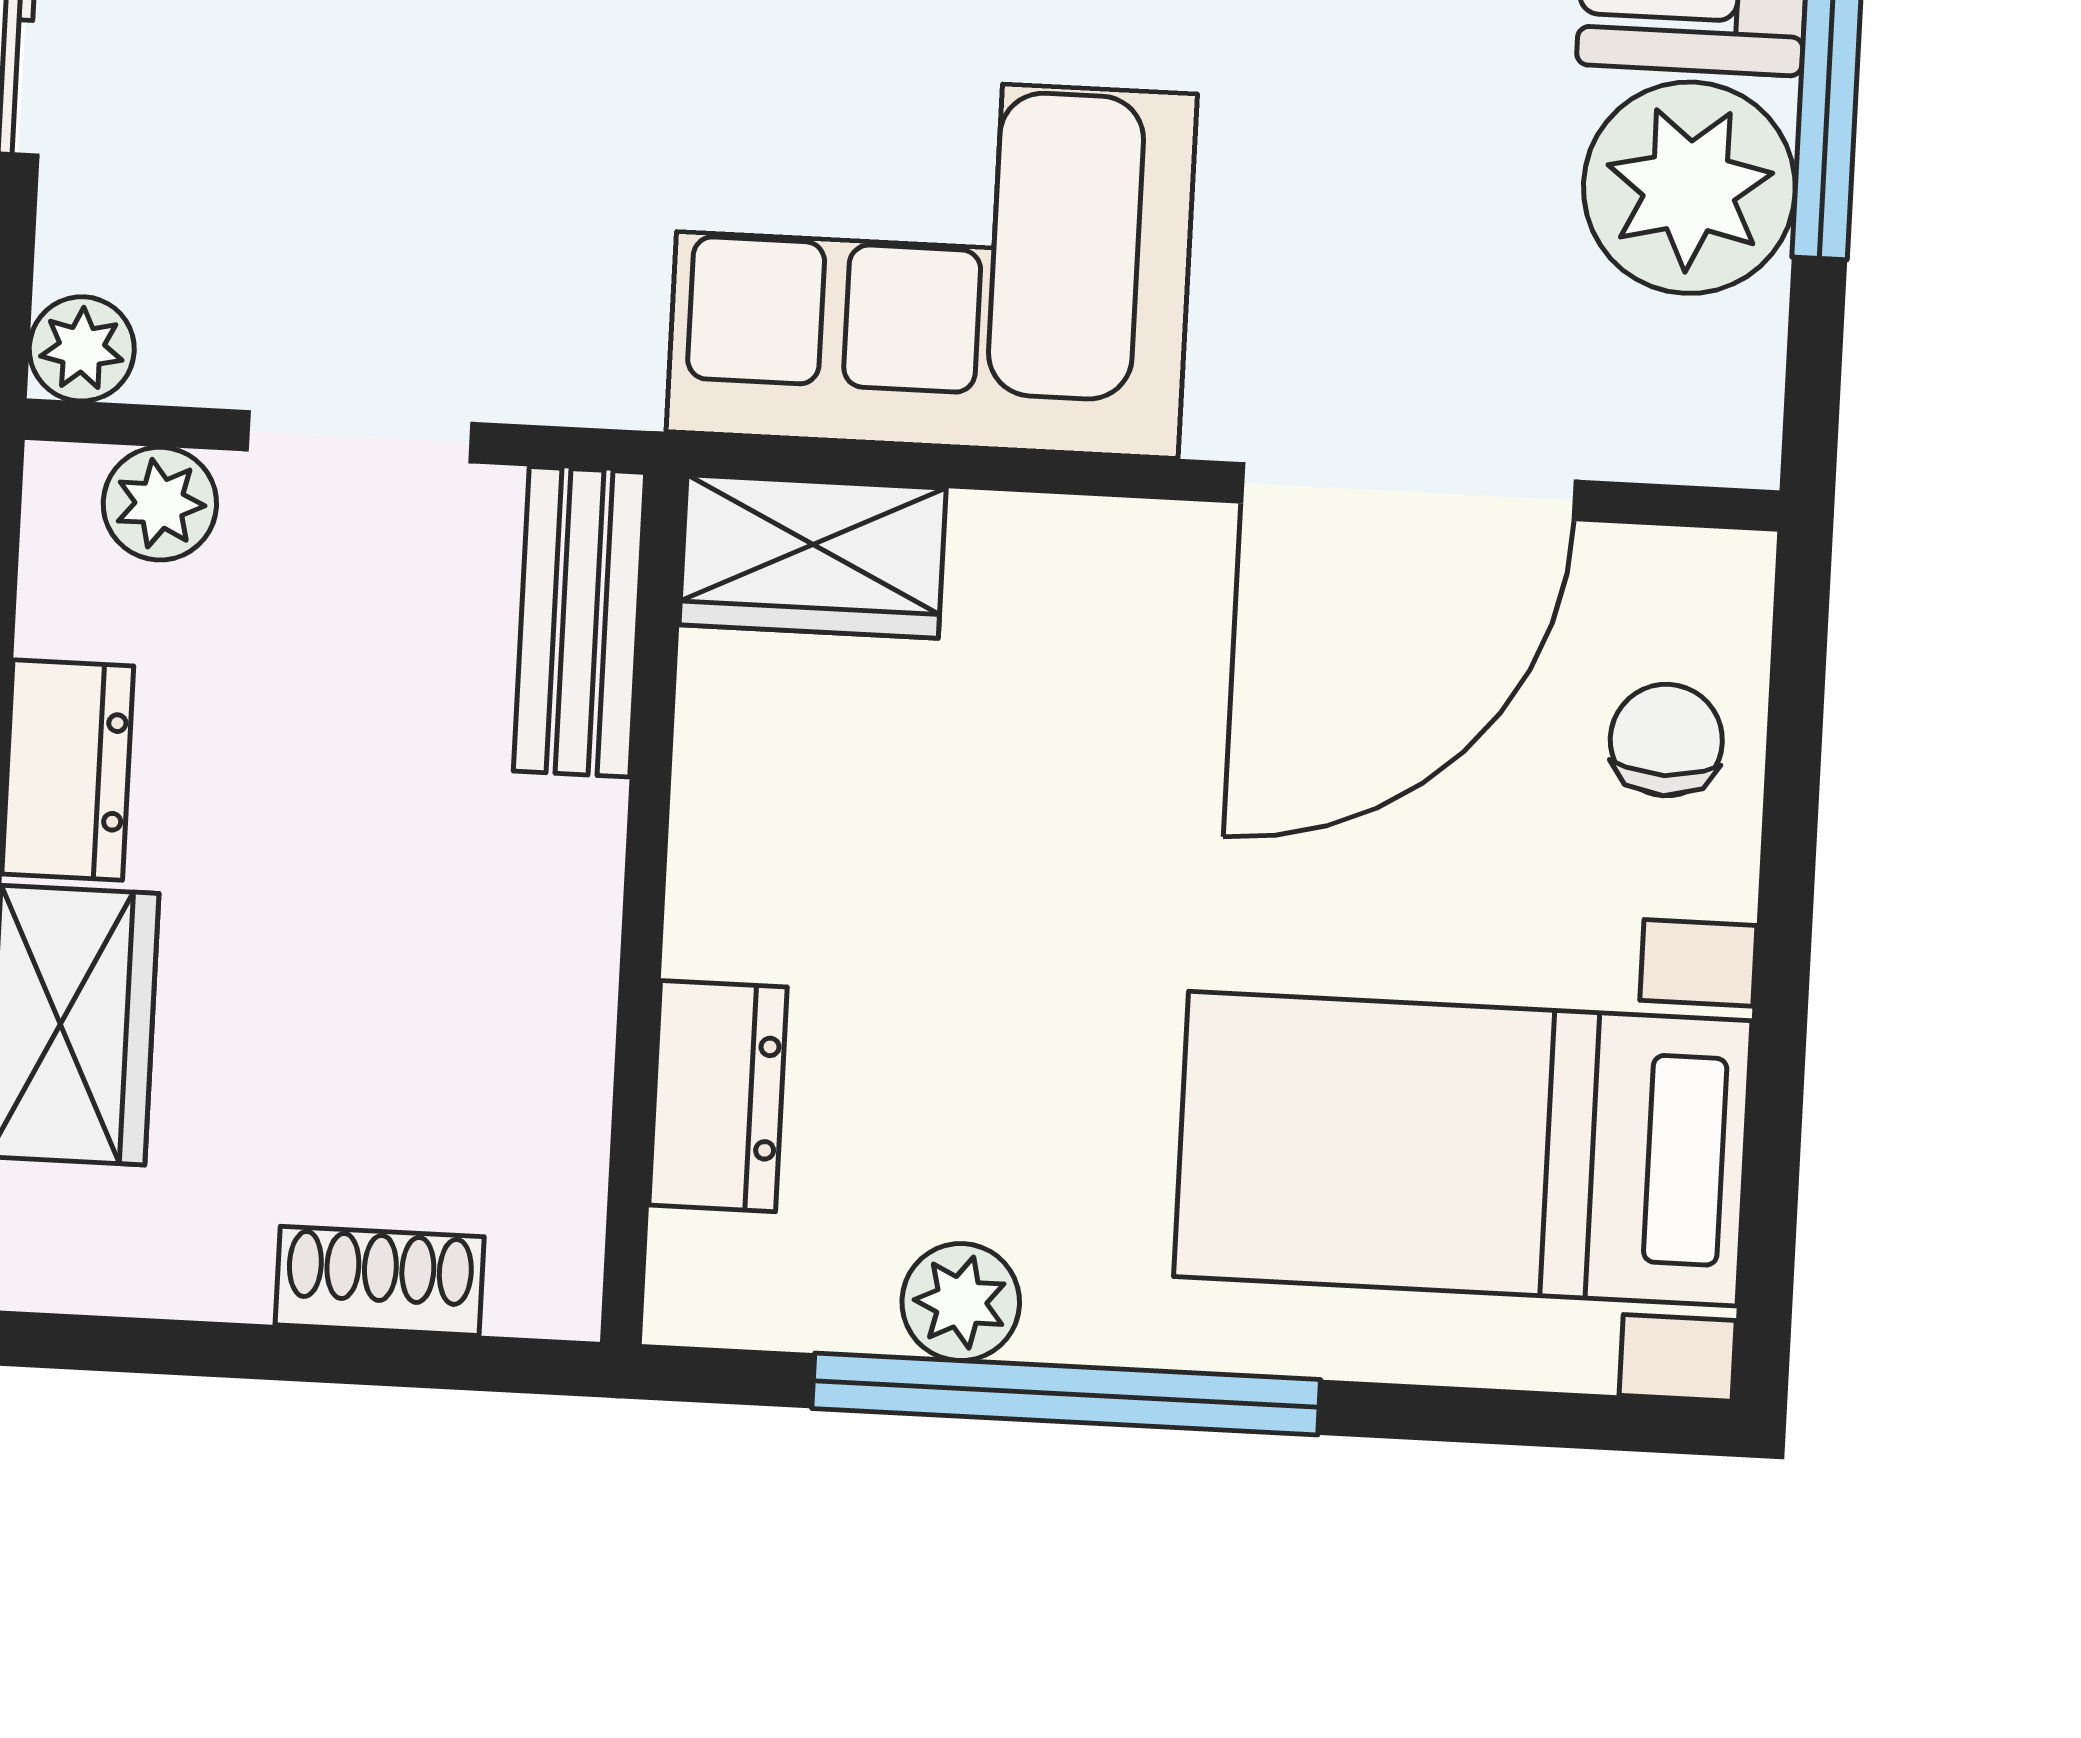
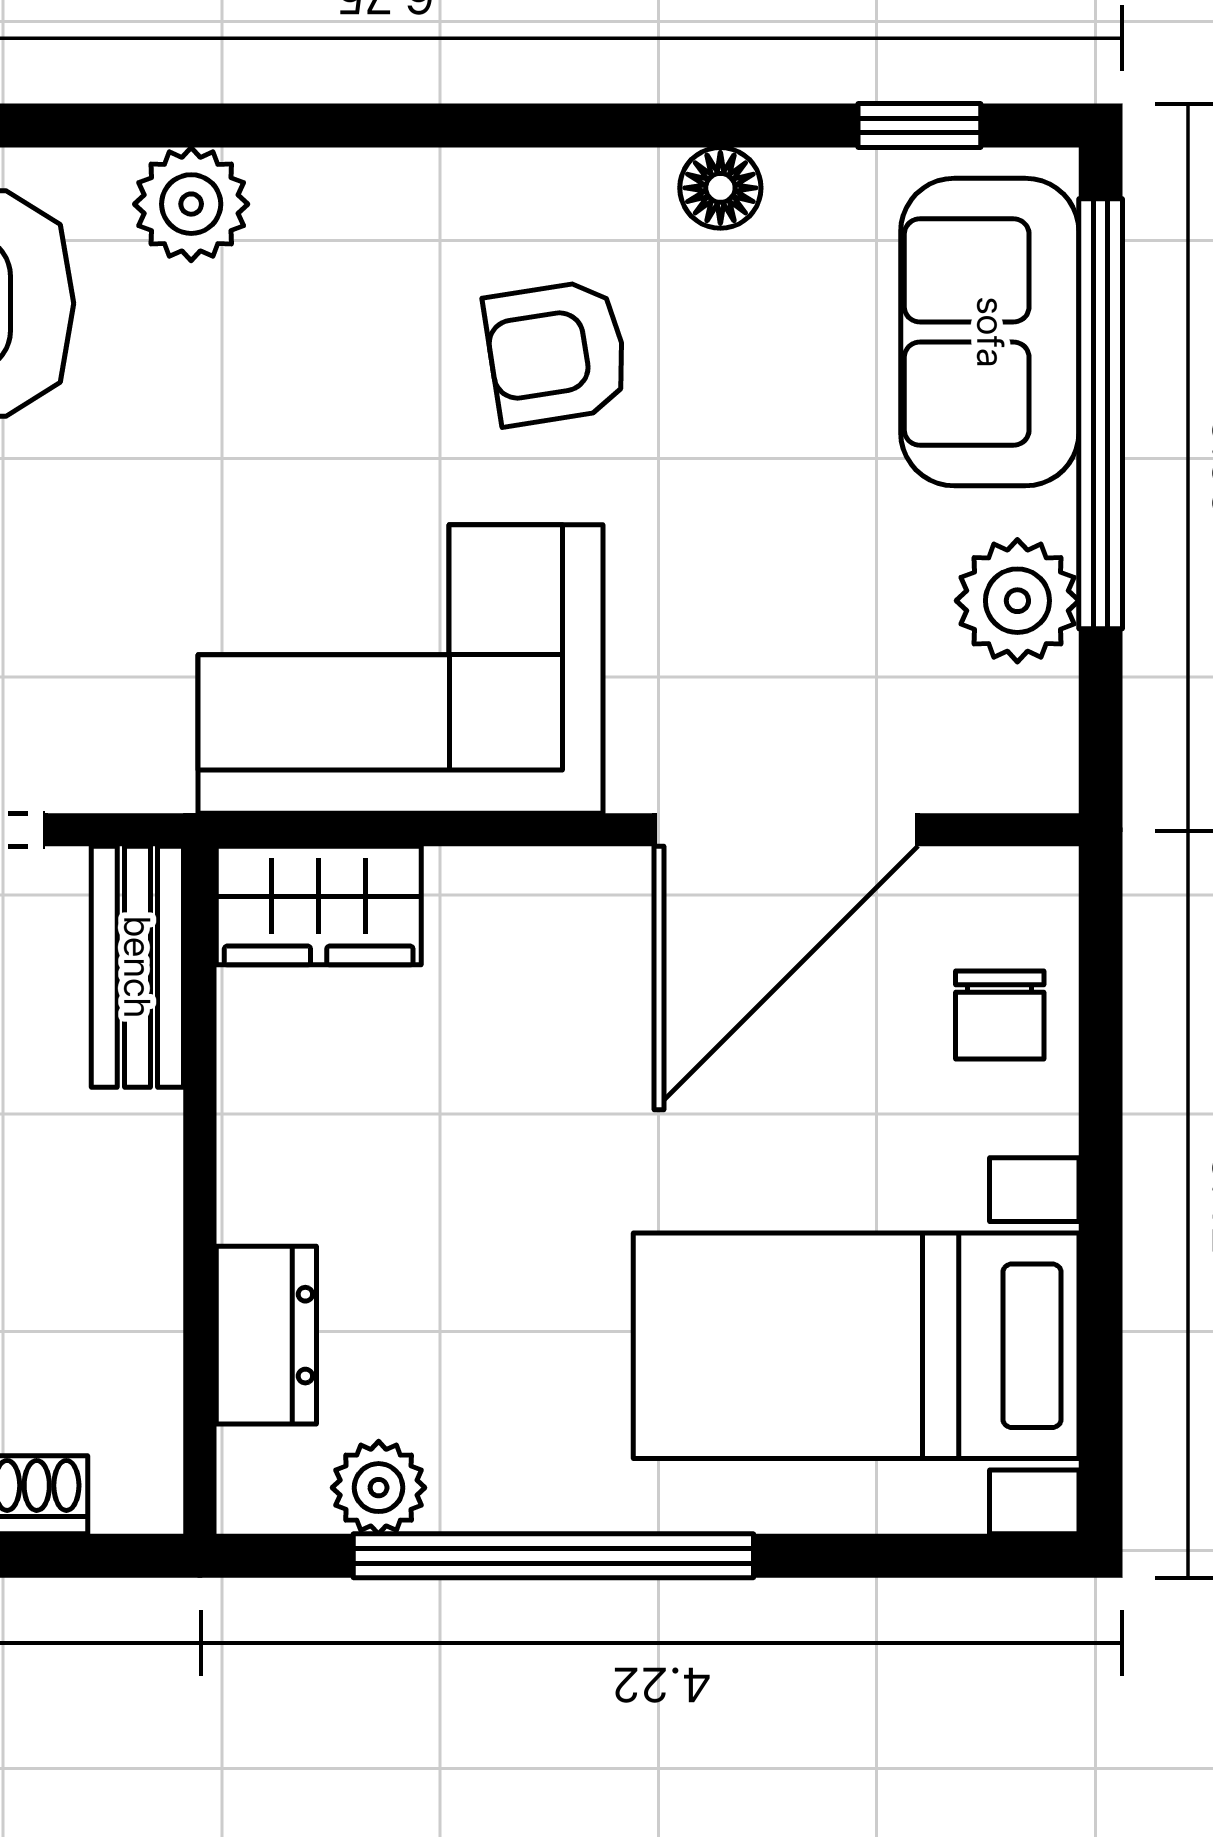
plant: (1689, 188) -> (1017, 601), width x0.73, depth x0.73
chair: (1666, 740) -> (1000, 1015), turned 180
plant: (961, 1302) -> (379, 1488), moved

